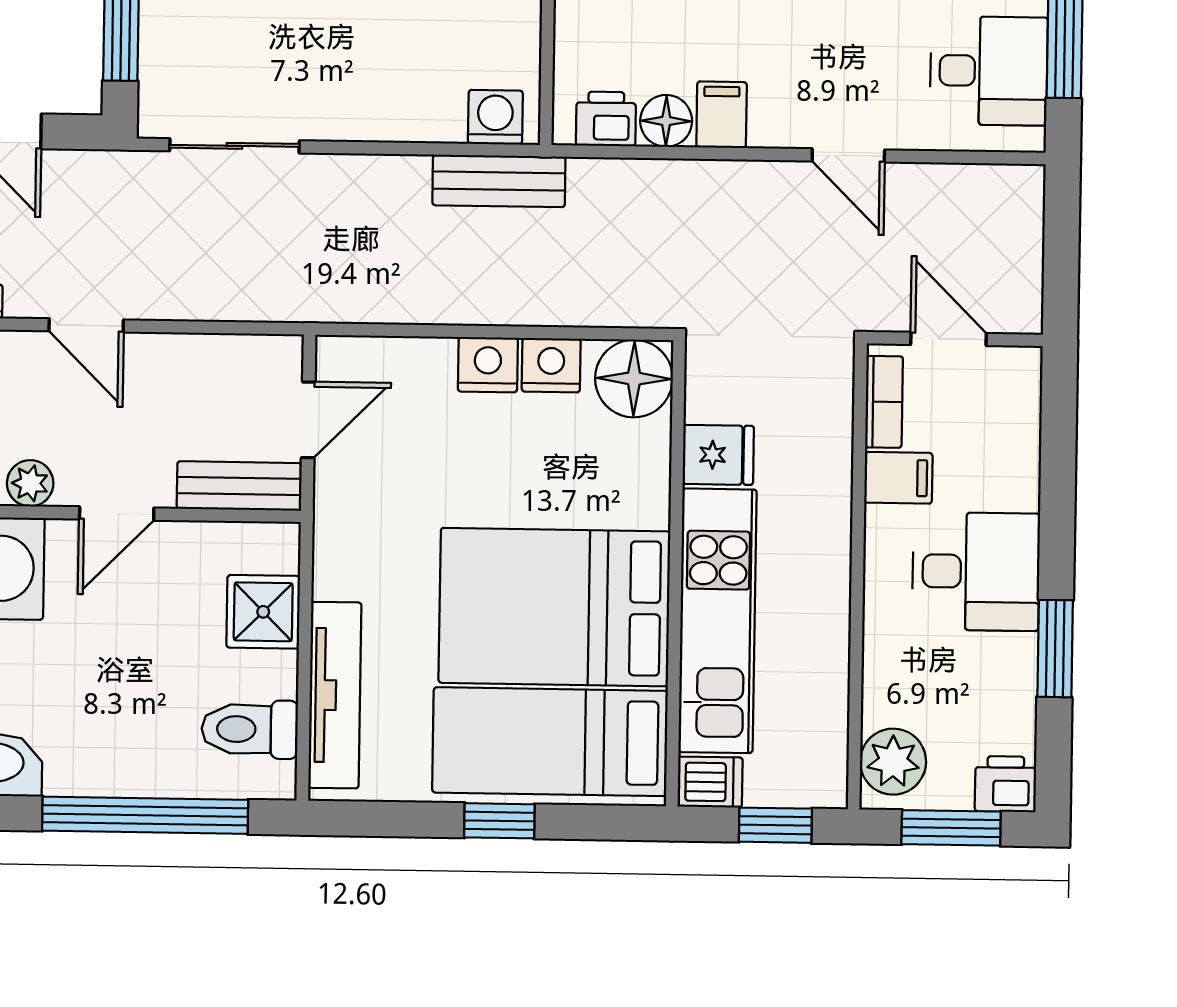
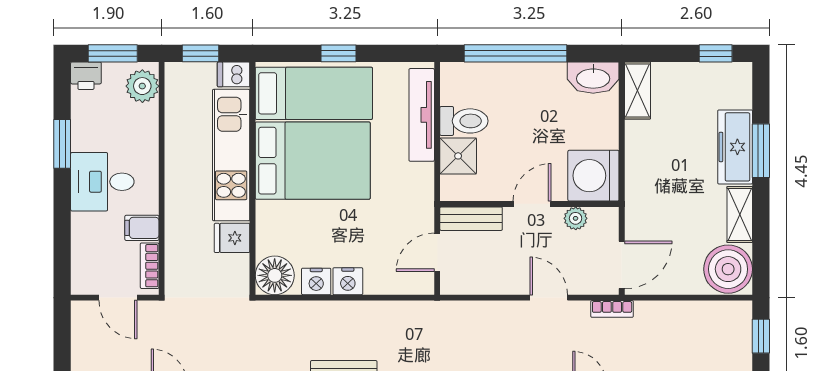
toilet: (250, 729) -> (464, 121), moved

